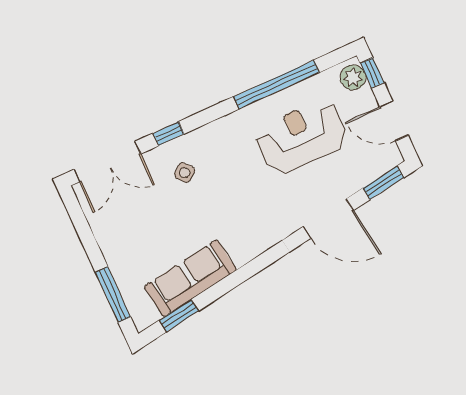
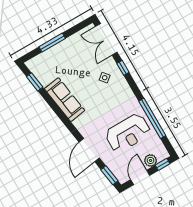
plant: (353, 77) -> (151, 160), moved
reception desk: (301, 137) -> (128, 133), turned 90
sofa: (190, 278) -> (65, 100), moved
window: (113, 295) -> (52, 43), moved

